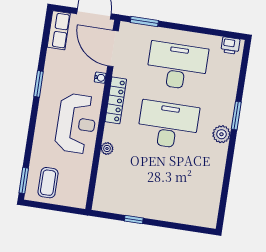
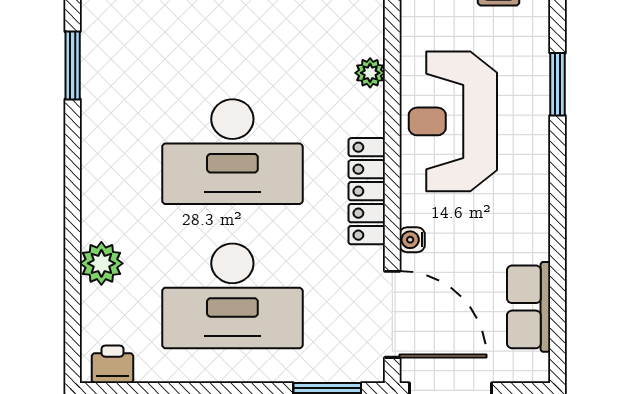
row of seats: (59, 30) -> (529, 307), moved
window: (38, 84) -> (558, 84), moved
window: (236, 116) -> (73, 65), moved
plant: (221, 134) -> (101, 263), moved

